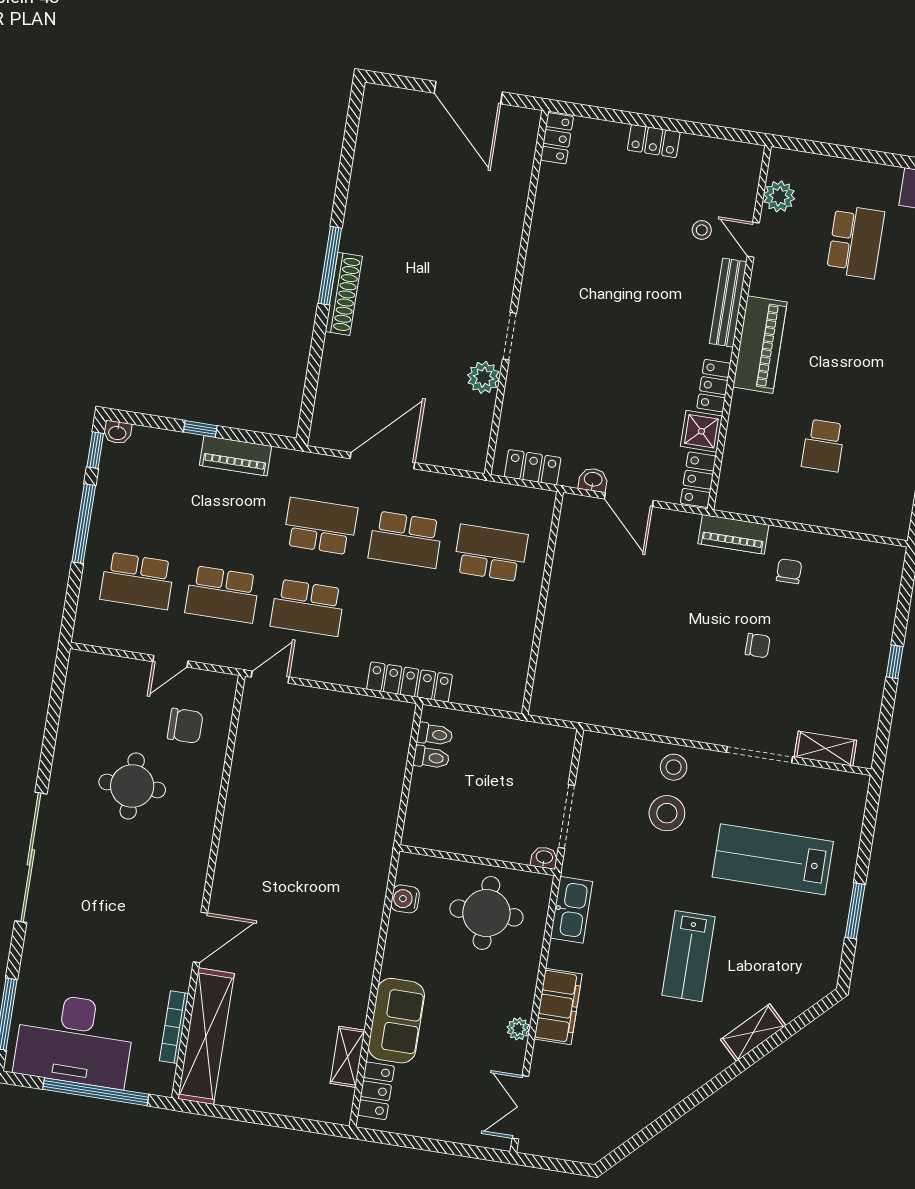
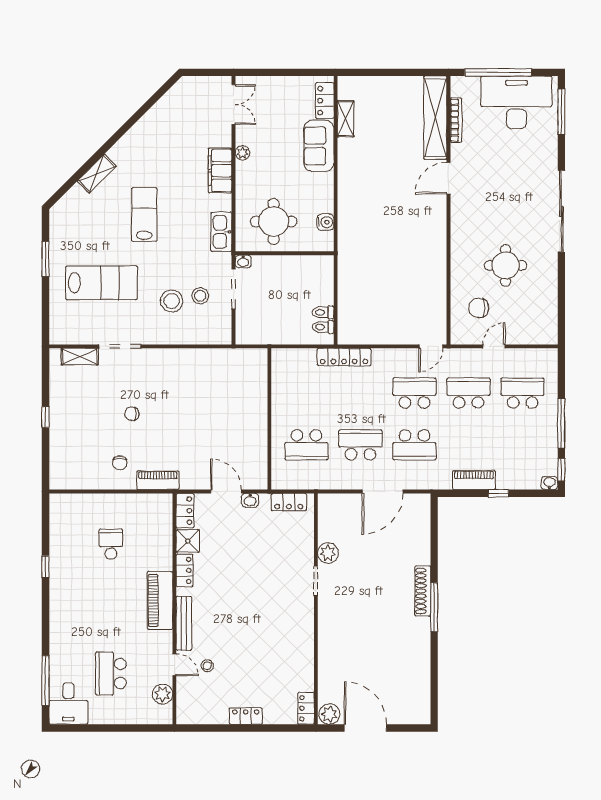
plant: (521, 123) -> (329, 714), added
stool: (674, 767) -> (200, 296), moved

